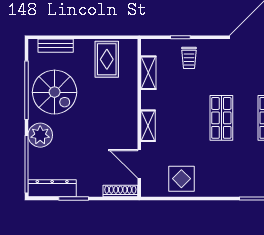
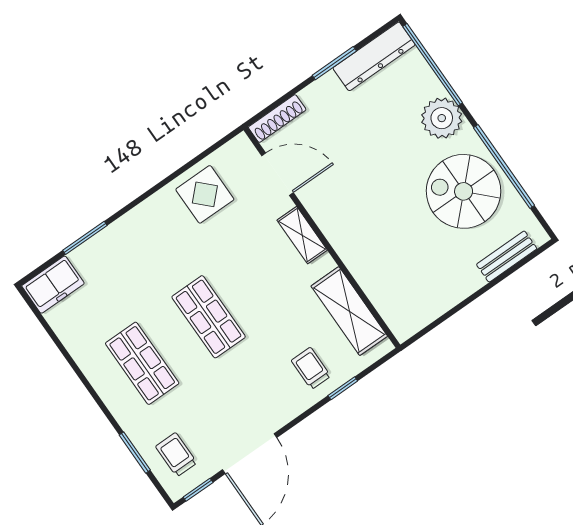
rug: (107, 59) -> (423, 287), removed
shelving: (148, 73) -> (349, 311), width x1.50, depth x1.33

